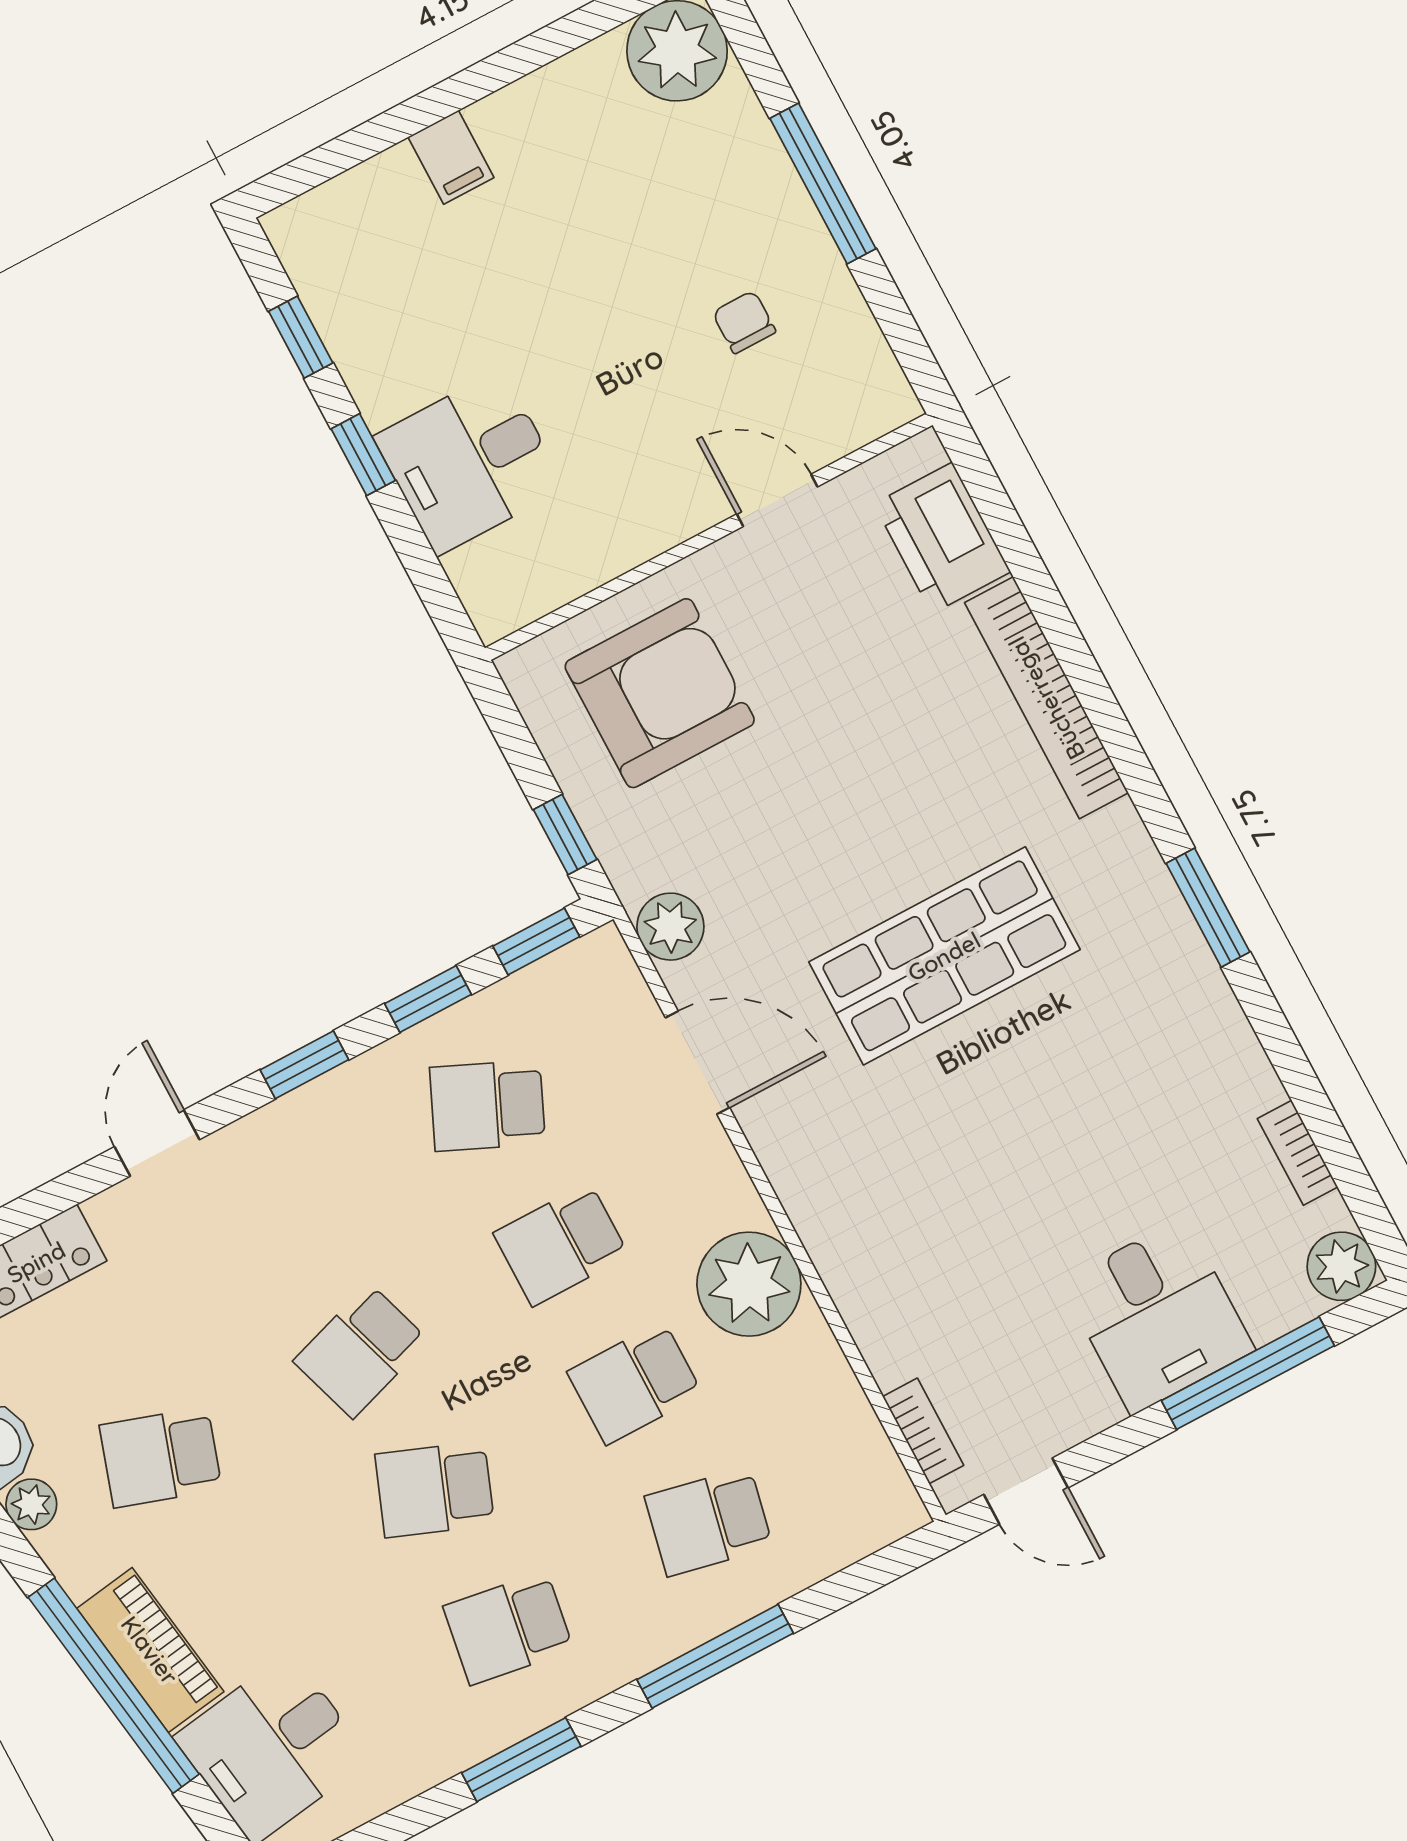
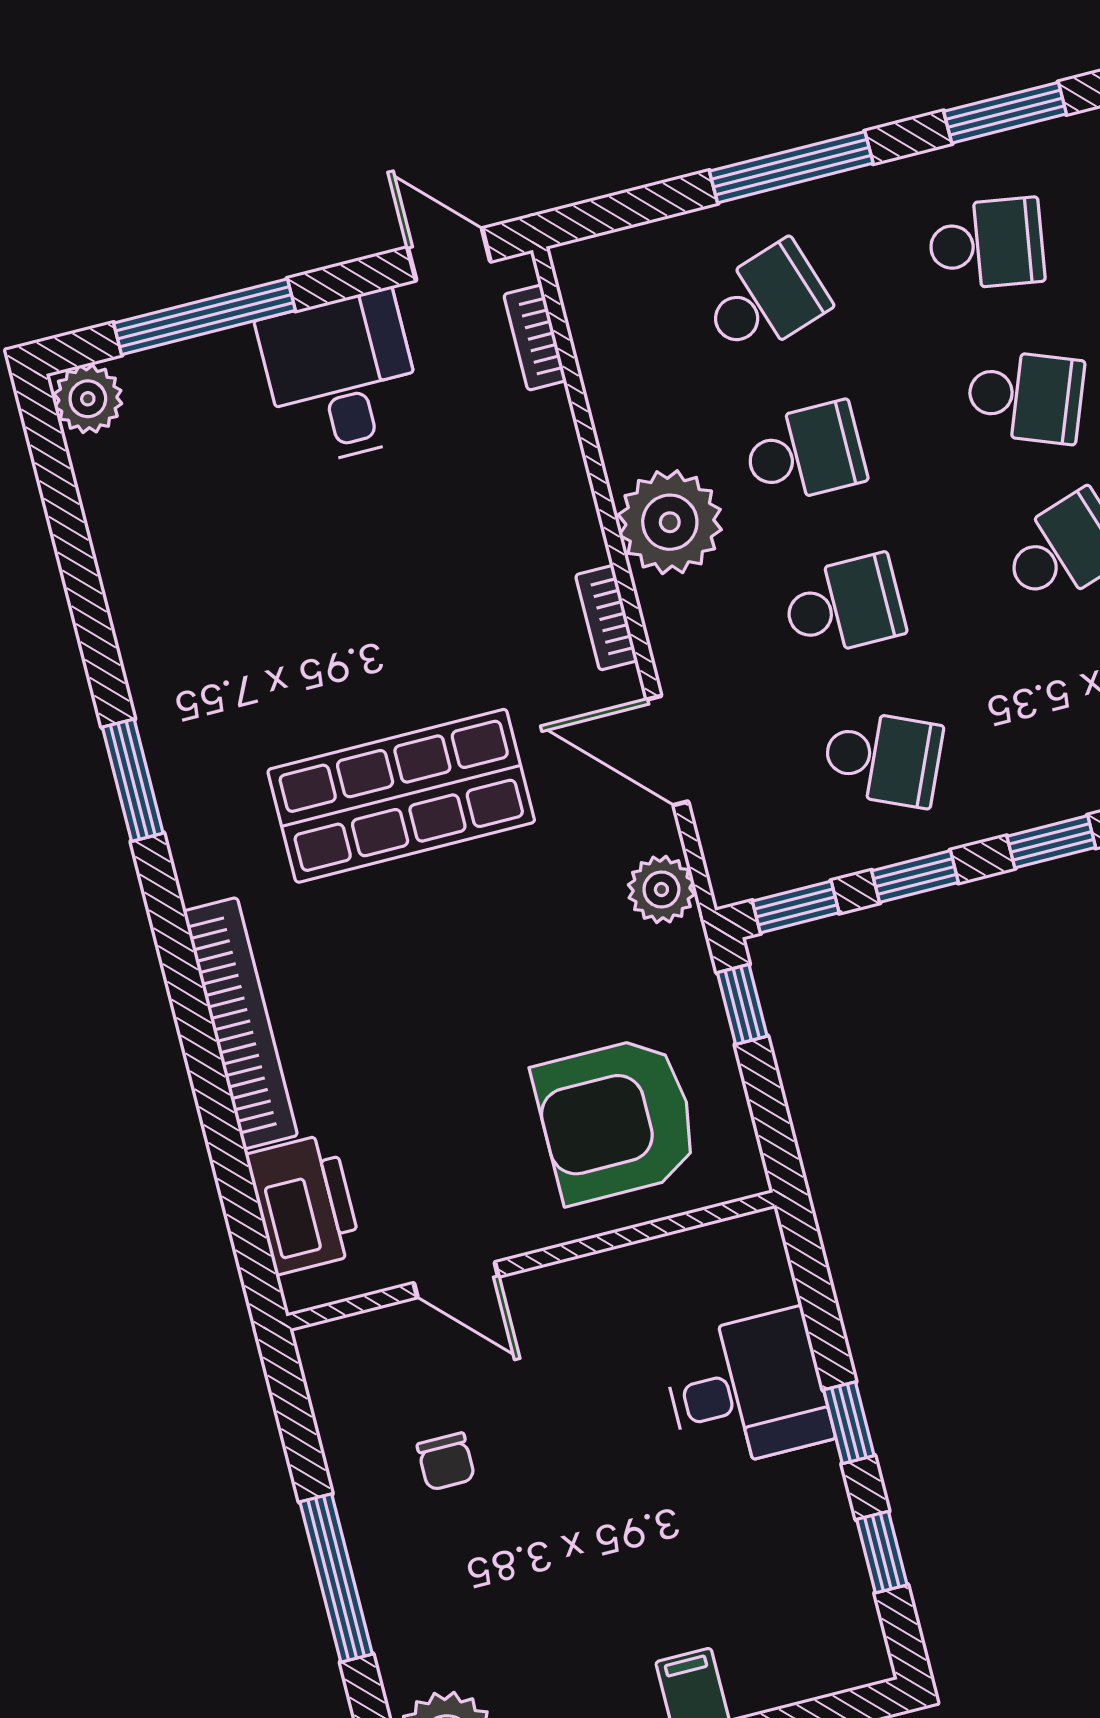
bookcase: (1298, 1153) -> (606, 618), moved, turned 180
desk: (1158, 1316) -> (342, 378), moved
school desk: (709, 1522) -> (766, 300), turned -30

